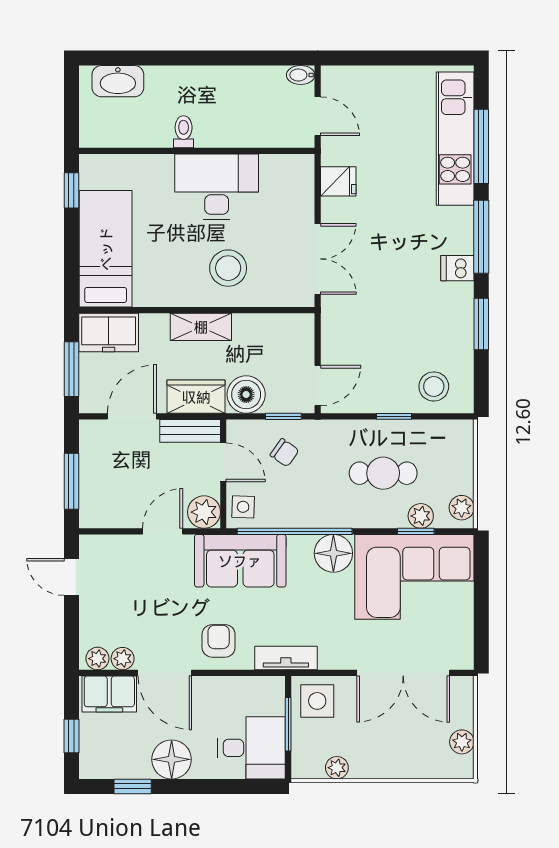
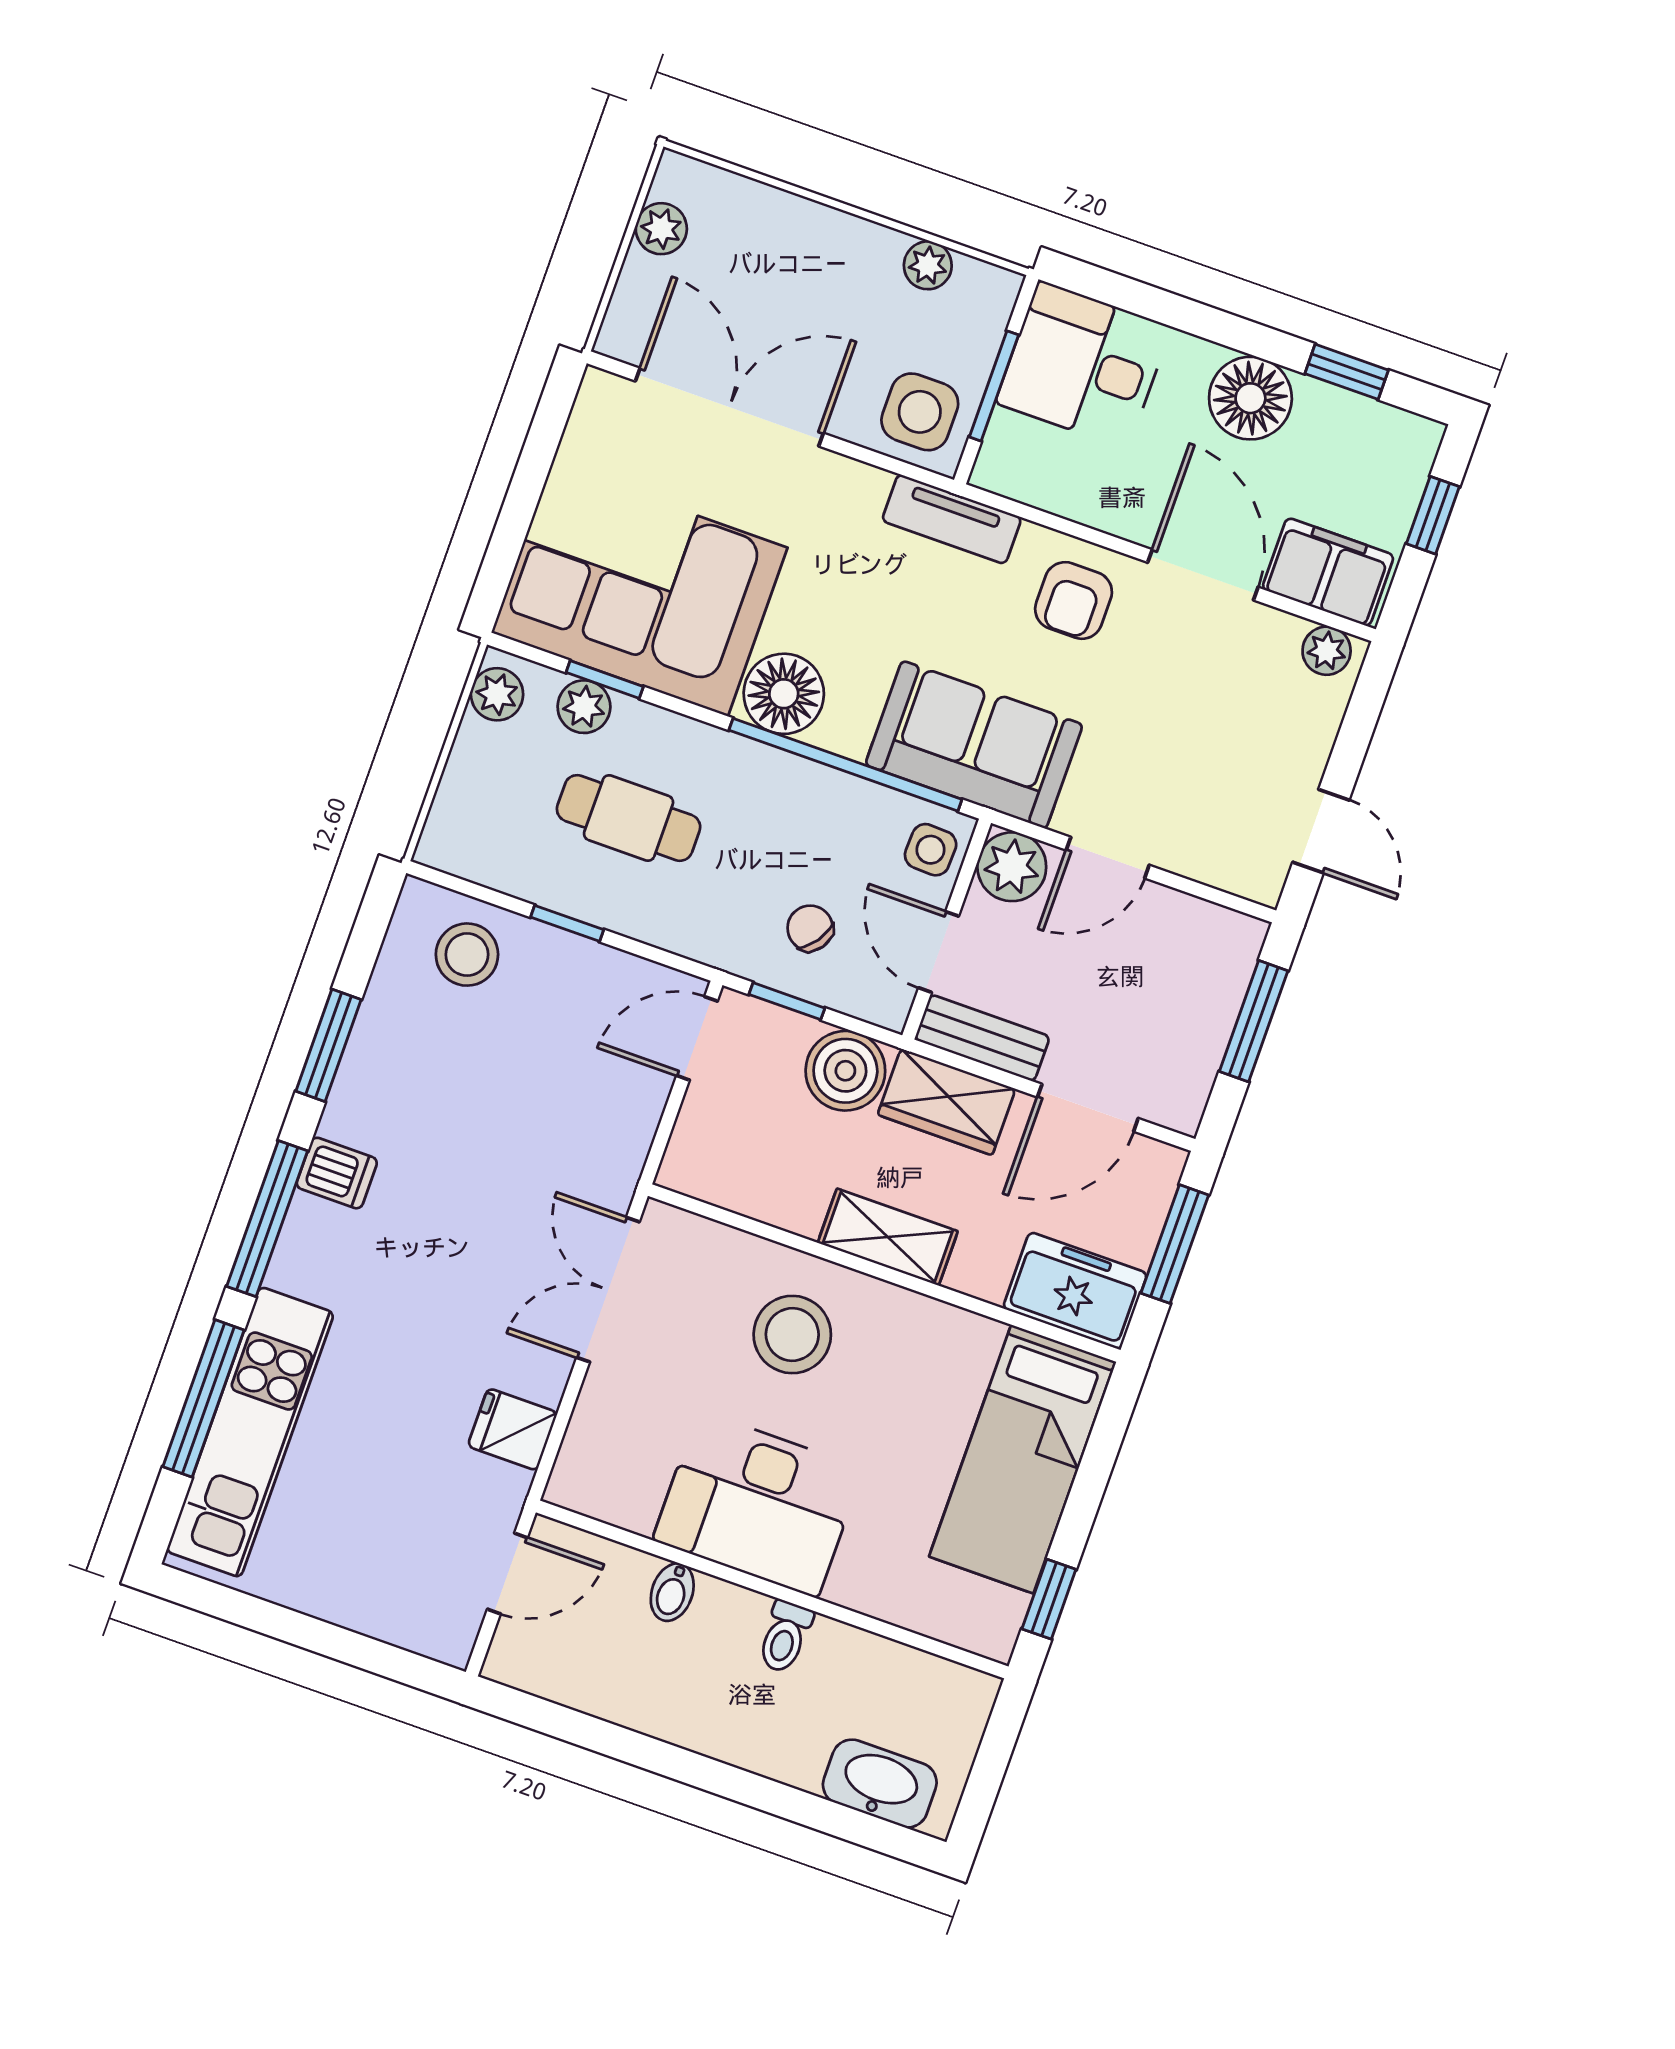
bidet: (301, 75) -> (672, 1592), moved, turned 90
door: (318, 116) -> (507, 1573), swing flipped
plant: (123, 659) -> (1277, 633), removed

